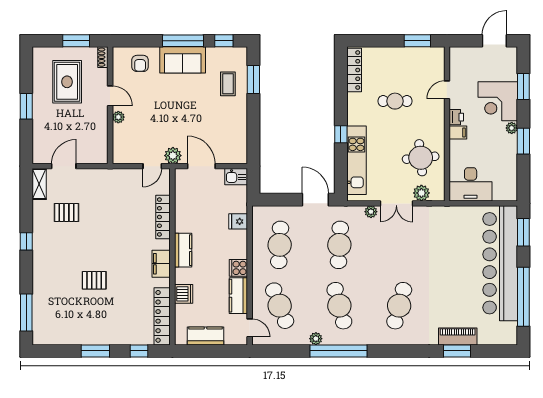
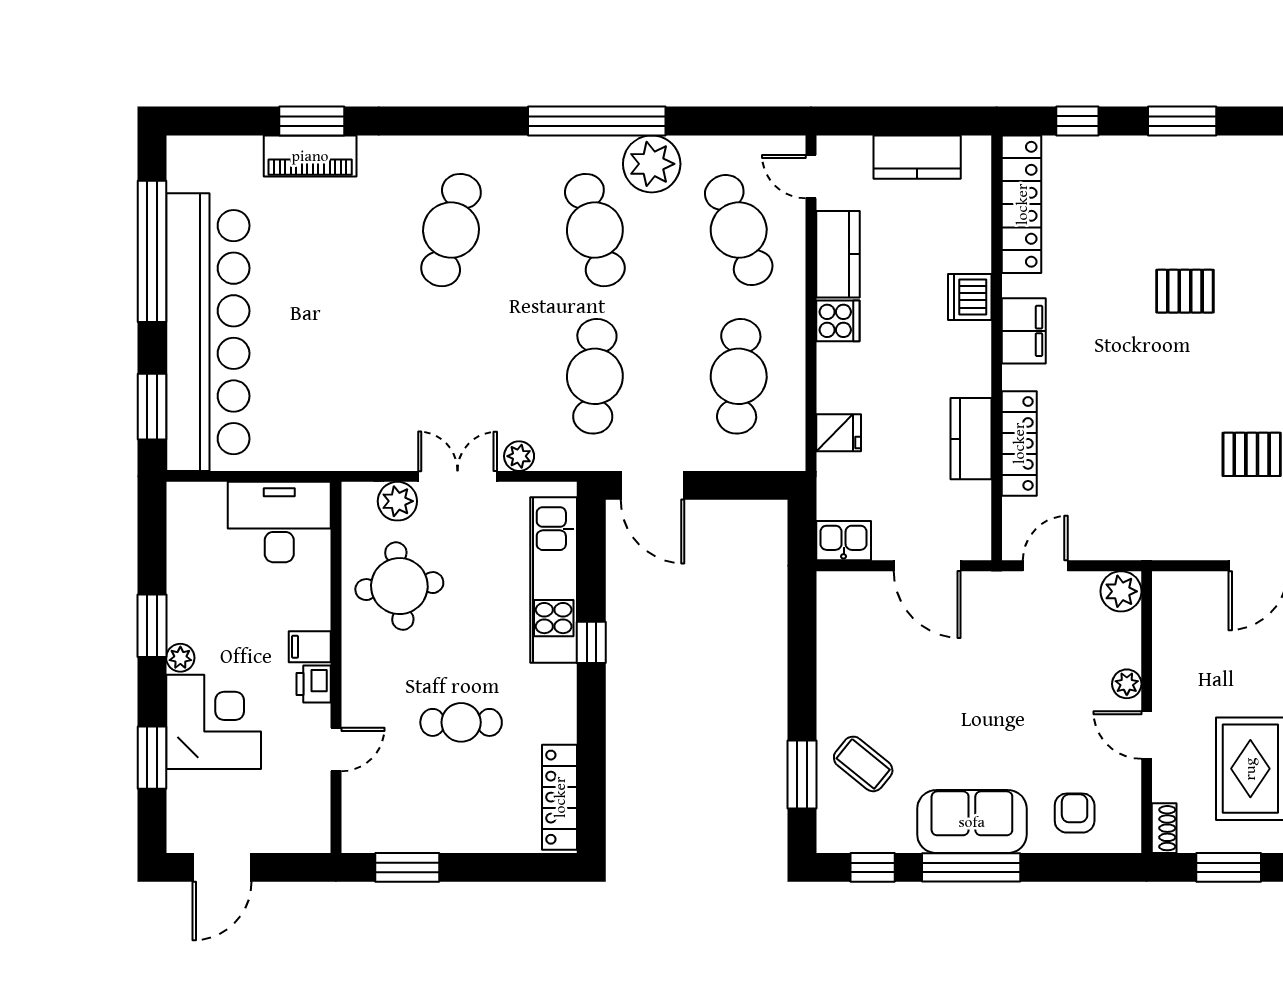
coffee table: (228, 84) -> (863, 764), turned -51
plant: (173, 156) -> (1121, 591), moved
kitchen counter: (183, 250) -> (971, 439), moved
dishwasher: (184, 294) -> (970, 297), moved
plant: (316, 339) -> (652, 164), width x1.88, depth x1.88

